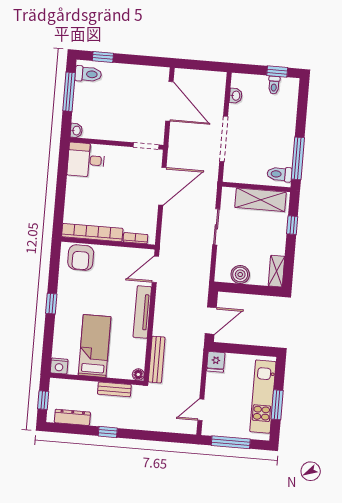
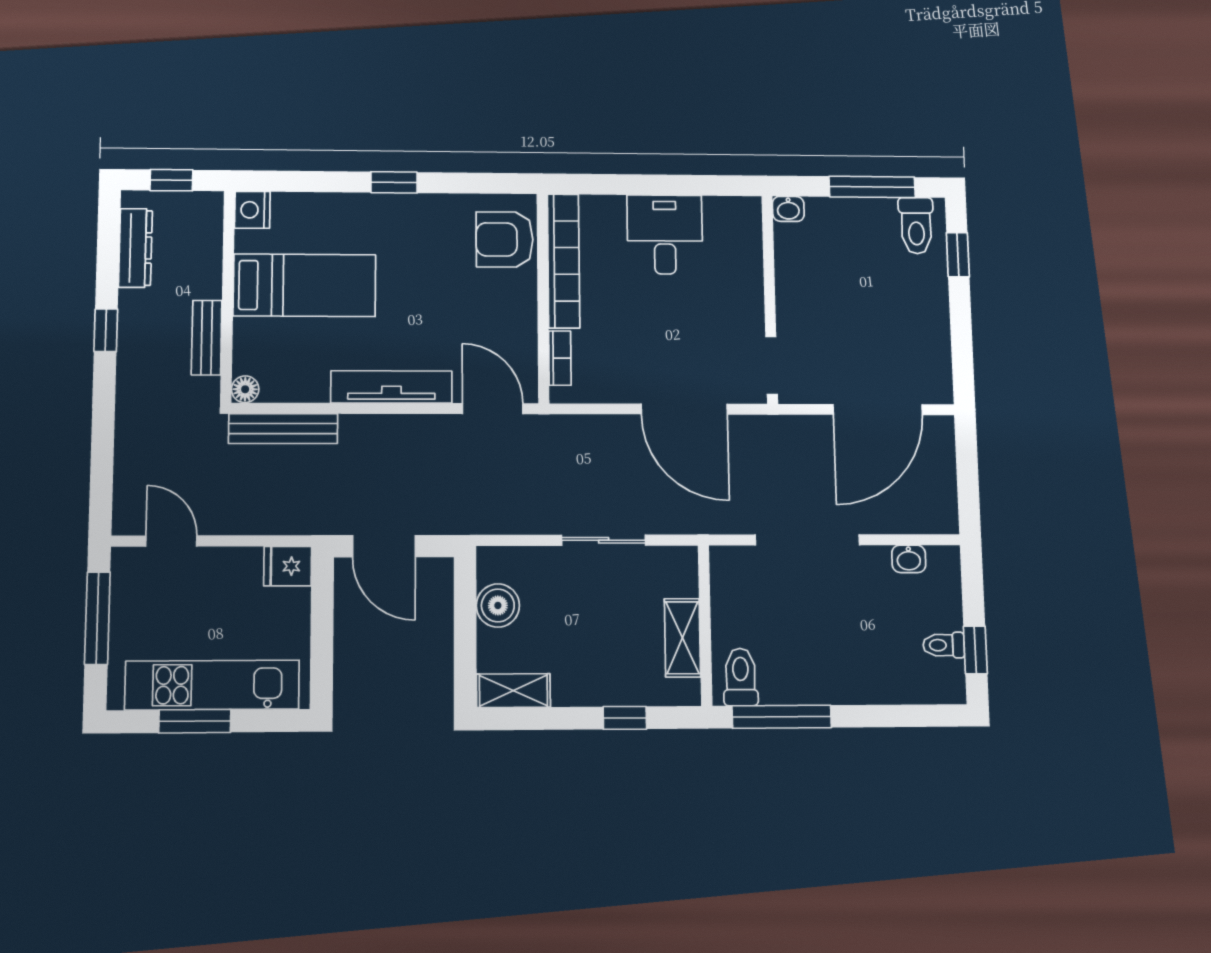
desk: (86, 160) -> (665, 235), moved
shelving: (261, 200) -> (682, 638), width x0.67, depth x0.75

